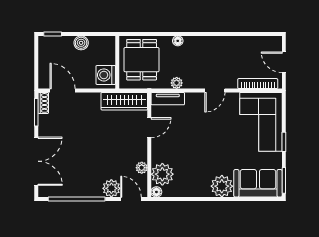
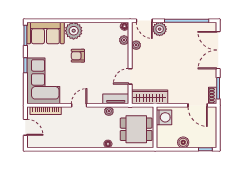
dining table: (142, 60) -> (136, 129), turned 90
armchair: (216, 154) -> (78, 56), added
plant: (162, 174) -> (124, 40), width x0.53, depth x0.53

